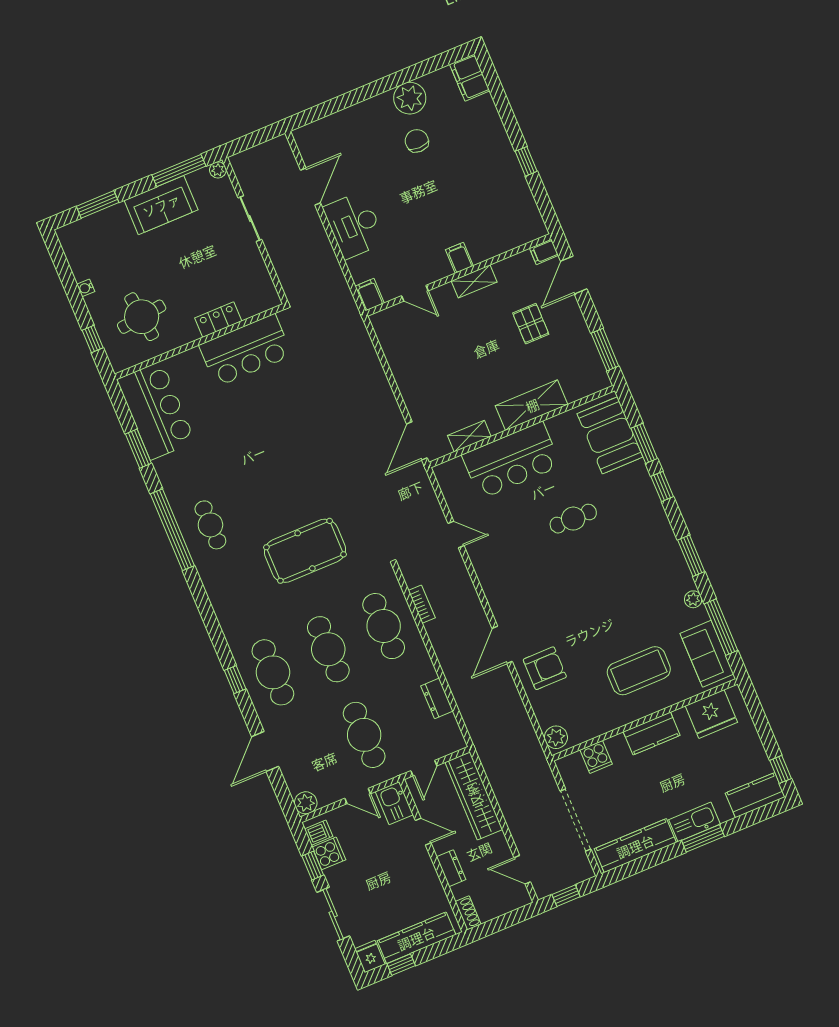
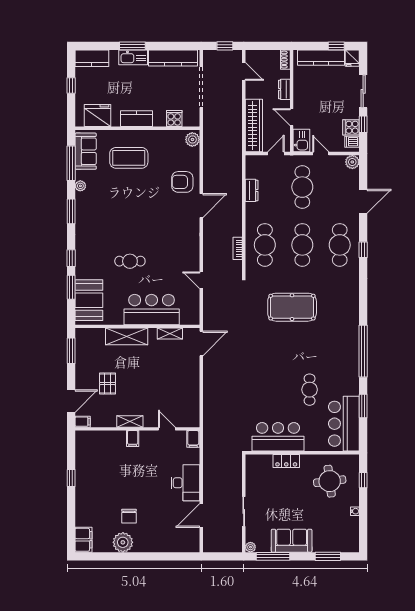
cafe table: (210, 525) -> (310, 390), moved
window: (781, 769) -> (71, 86), moved

